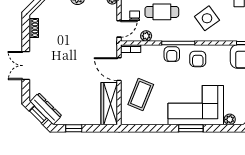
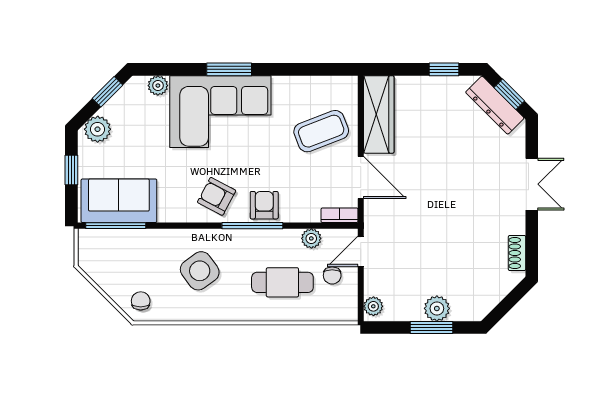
armchair: (198, 59) -> (217, 196), turned -62
coffee table: (141, 95) -> (321, 131), turned 47

